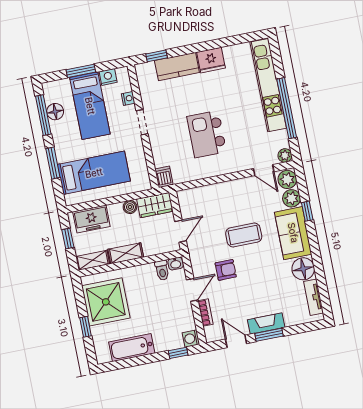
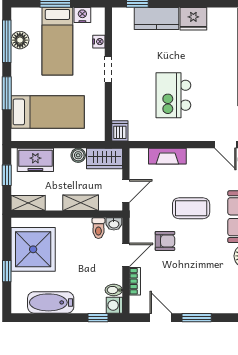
shelving: (126, 253) -> (81, 203), moved
fireplace: (266, 323) -> (167, 156), moved, turned 180
bidet: (188, 325) -> (114, 290), added

